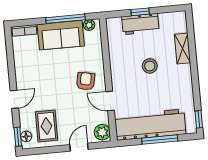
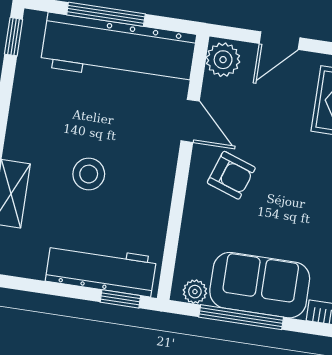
window: (140, 12) -> (120, 299), moved
workbench: (140, 24) -> (101, 269), width x1.37
armchair: (86, 81) -> (231, 175), turned -82

